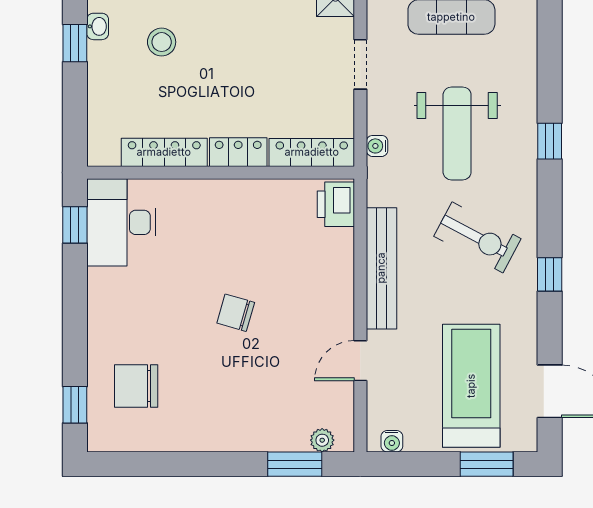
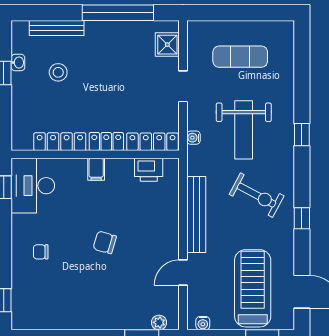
filing cabinet: (222, 196) -> (96, 169), added
printer: (336, 204) -> (149, 170), moved, turned -90
chair: (136, 386) -> (41, 252), moved, width x0.54, depth x0.54

